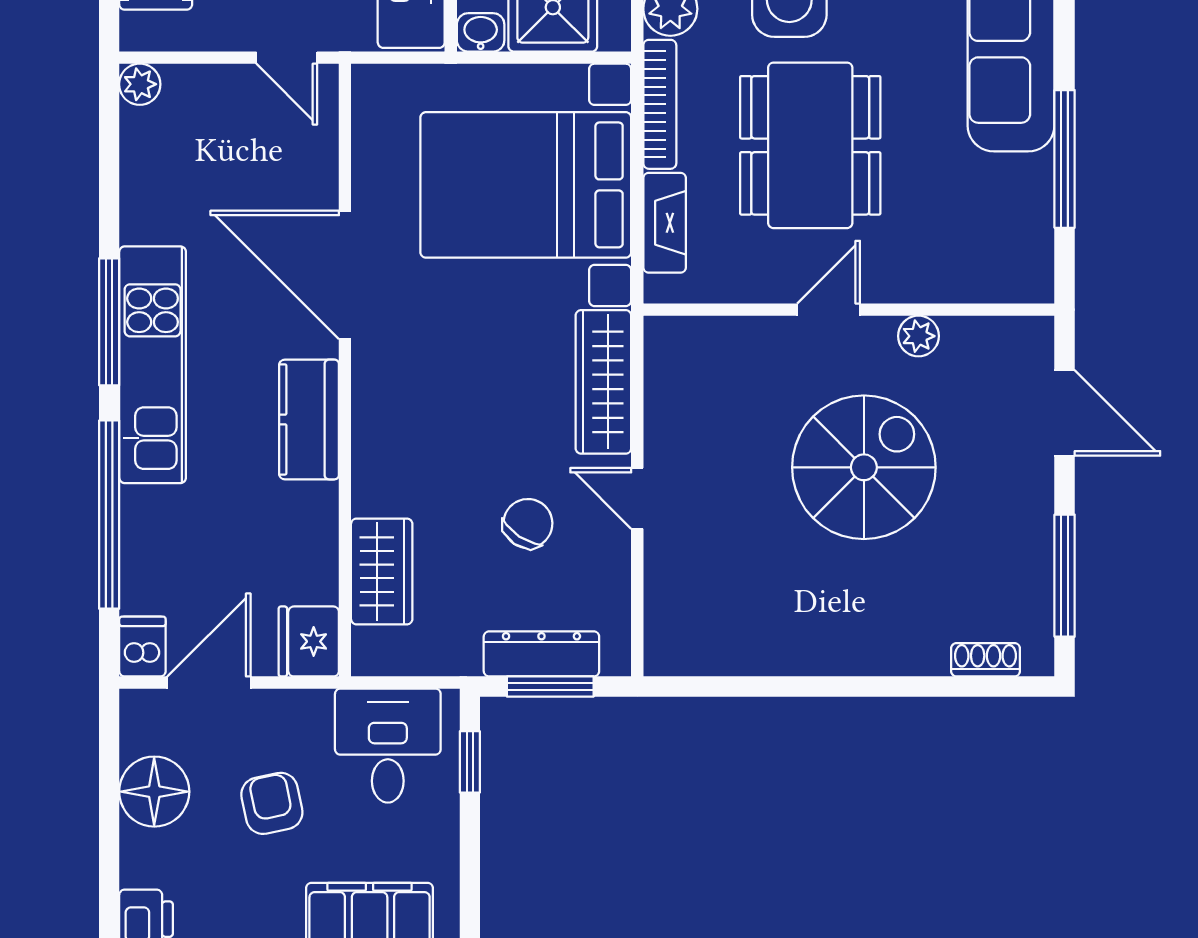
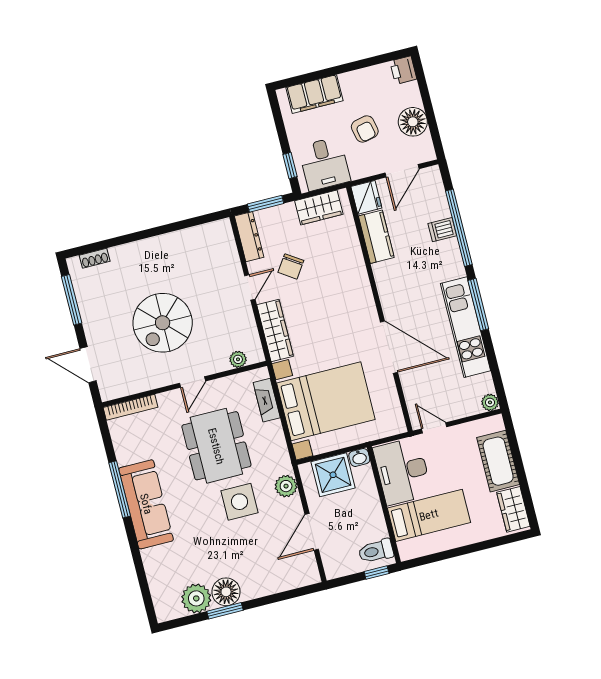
bookcase: (660, 104) -> (130, 407), moved, turned -90
window: (1065, 159) -> (120, 489), moved
plant: (918, 336) -> (238, 359), moved
kitchen unit: (153, 365) -> (465, 327), moved
kitchen counter: (309, 419) -> (376, 237), moved
door: (637, 498) -> (250, 287), hinge flipped
wardrobe: (382, 571) -> (319, 207), moved, turned -90
dishwasher: (142, 647) -> (442, 230), moved, turned 90
dresser: (541, 654) -> (249, 237), moved, turned -90

